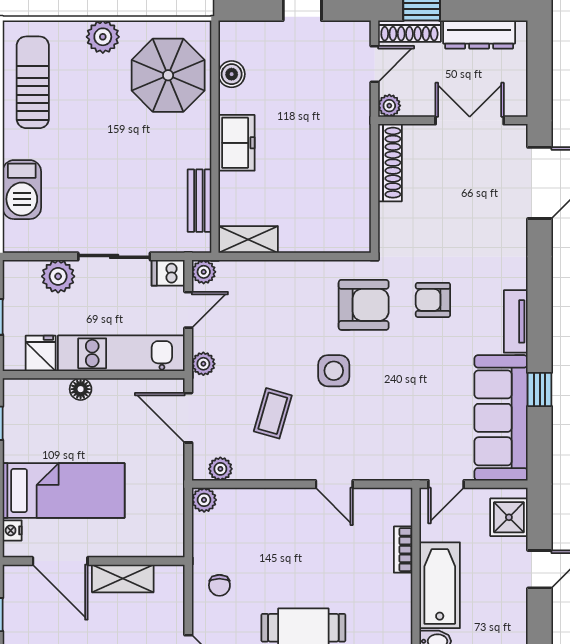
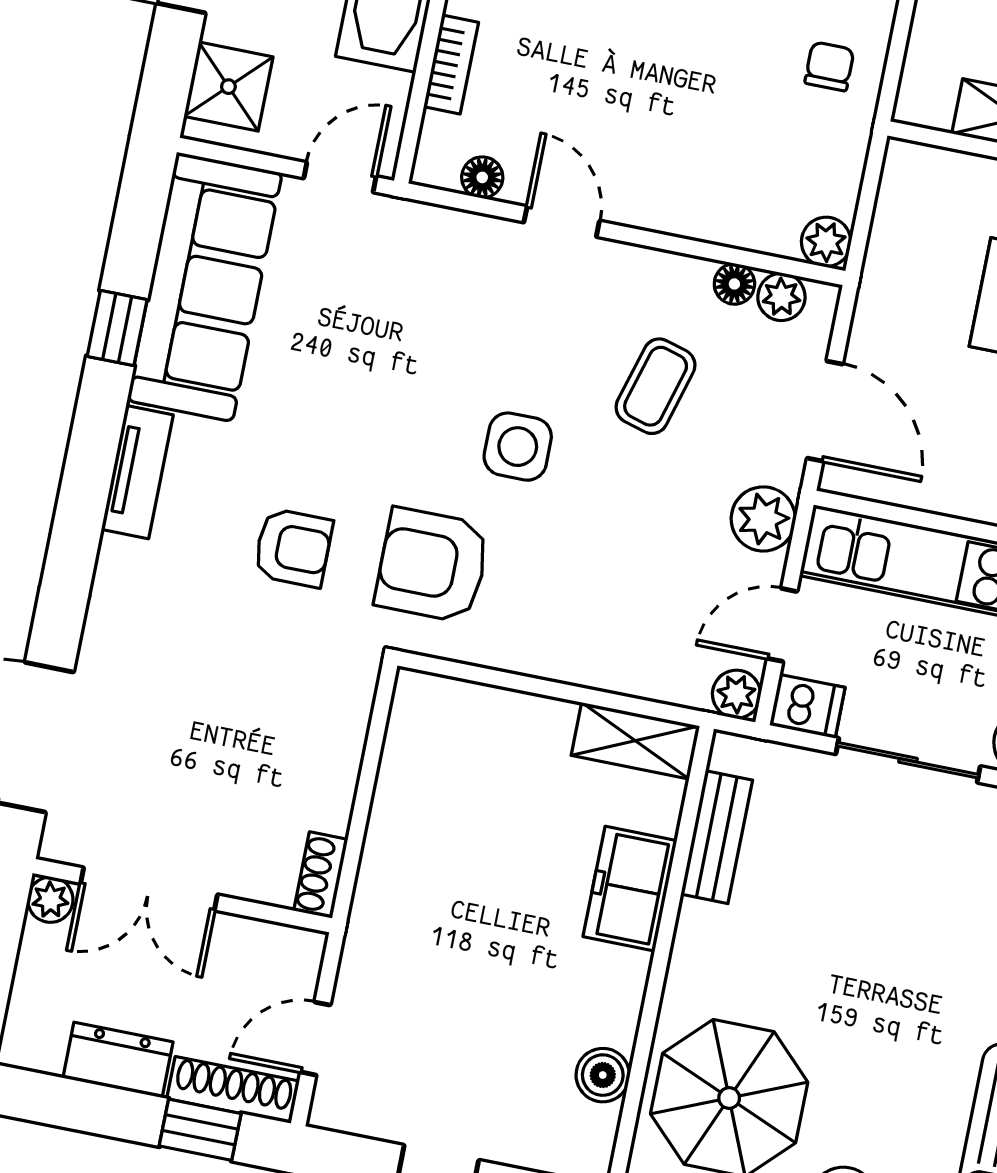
dresser: (479, 35) -> (118, 1060), width x0.70
plant: (389, 106) -> (50, 900), moved
freezer: (237, 143) -> (630, 889), moved
shoe rack: (390, 163) -> (321, 875), width x0.51, depth x0.81
plant: (203, 364) -> (763, 519), width x1.38, depth x1.38
floor lamp: (244, 471) -> (734, 284), added
floor lamp: (377, 498) -> (482, 177), added

